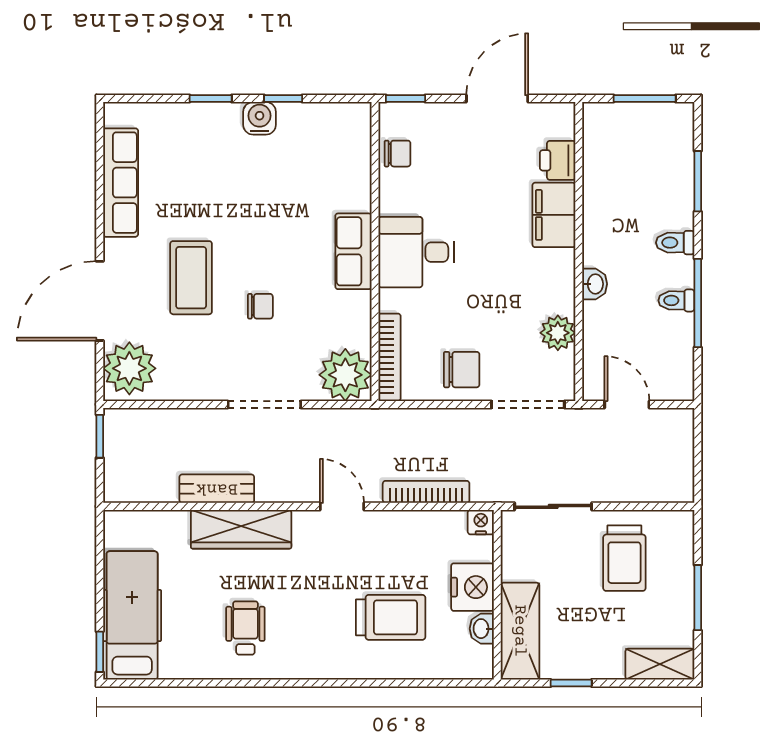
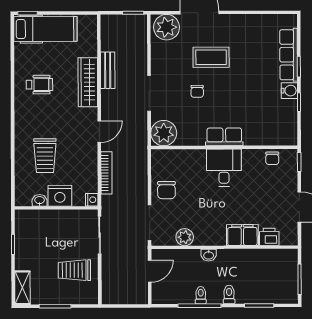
row of seats: (121, 183) -> (289, 55), moved, turned 90
bookcase: (390, 357) -> (172, 155), removed
shelving: (520, 631) -> (38, 219), removed

